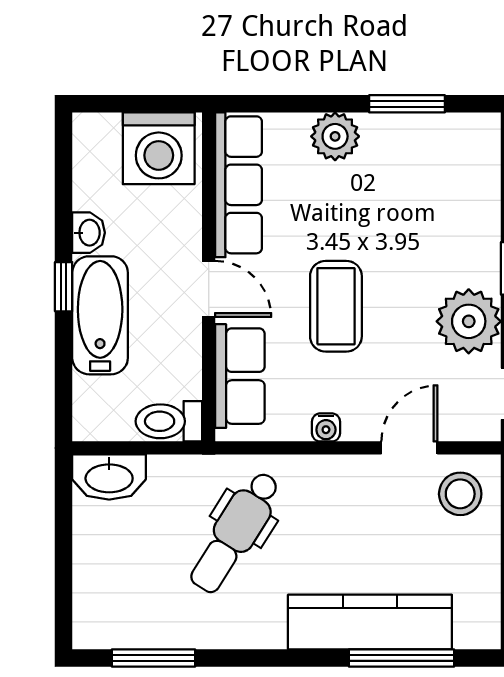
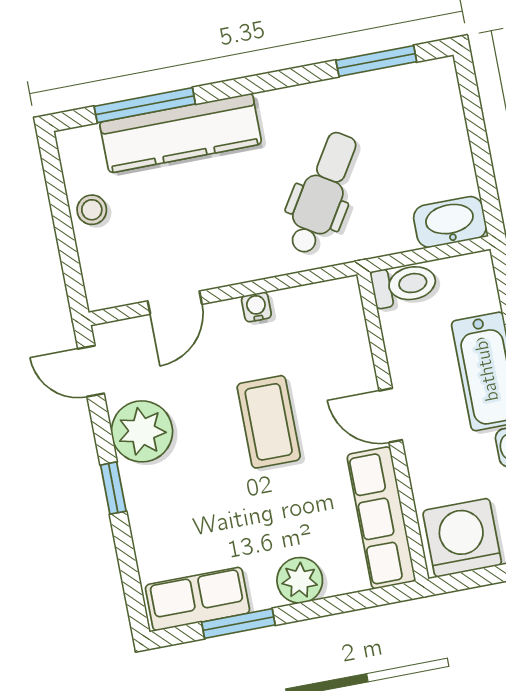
row of seats: (240, 376) -> (197, 599), moved, turned 90
stool: (460, 494) -> (92, 210), moved, width x0.73, depth x0.73

